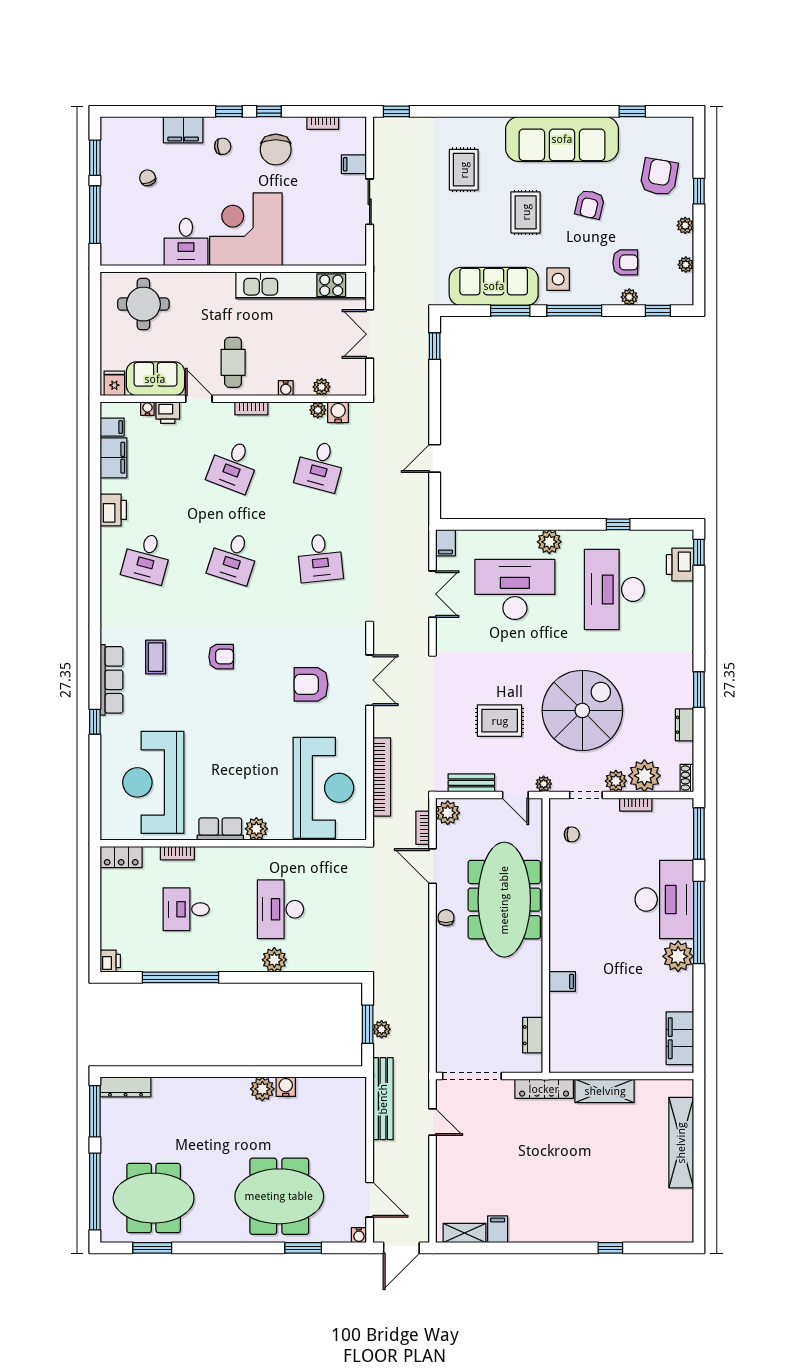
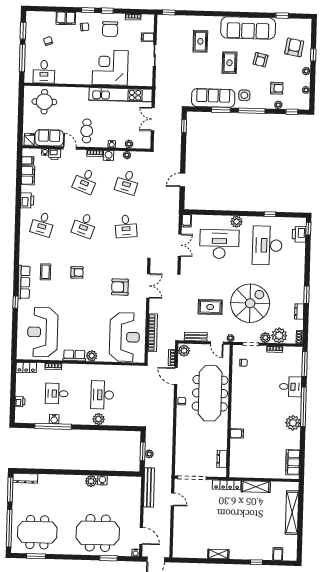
corner desk: (246, 229) -> (110, 68), moved
desk: (186, 242) -> (44, 72), moved
water cooler: (338, 412) -> (109, 156), moved
desk: (664, 900) -> (291, 387), width x0.53, depth x0.77
printer: (110, 961) -> (20, 402), moved
water cooler: (182, 963) -> (54, 419), added
filing cabinet: (498, 1229) -> (278, 554), moved
shelving: (465, 1233) -> (218, 554), moved

